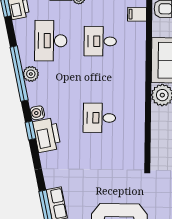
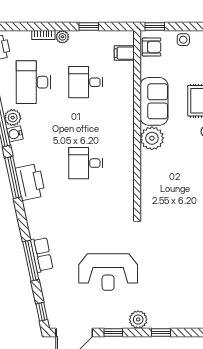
water cooler: (37, 113) -> (15, 134), moved
window: (30, 131) -> (13, 177), width x2.17

